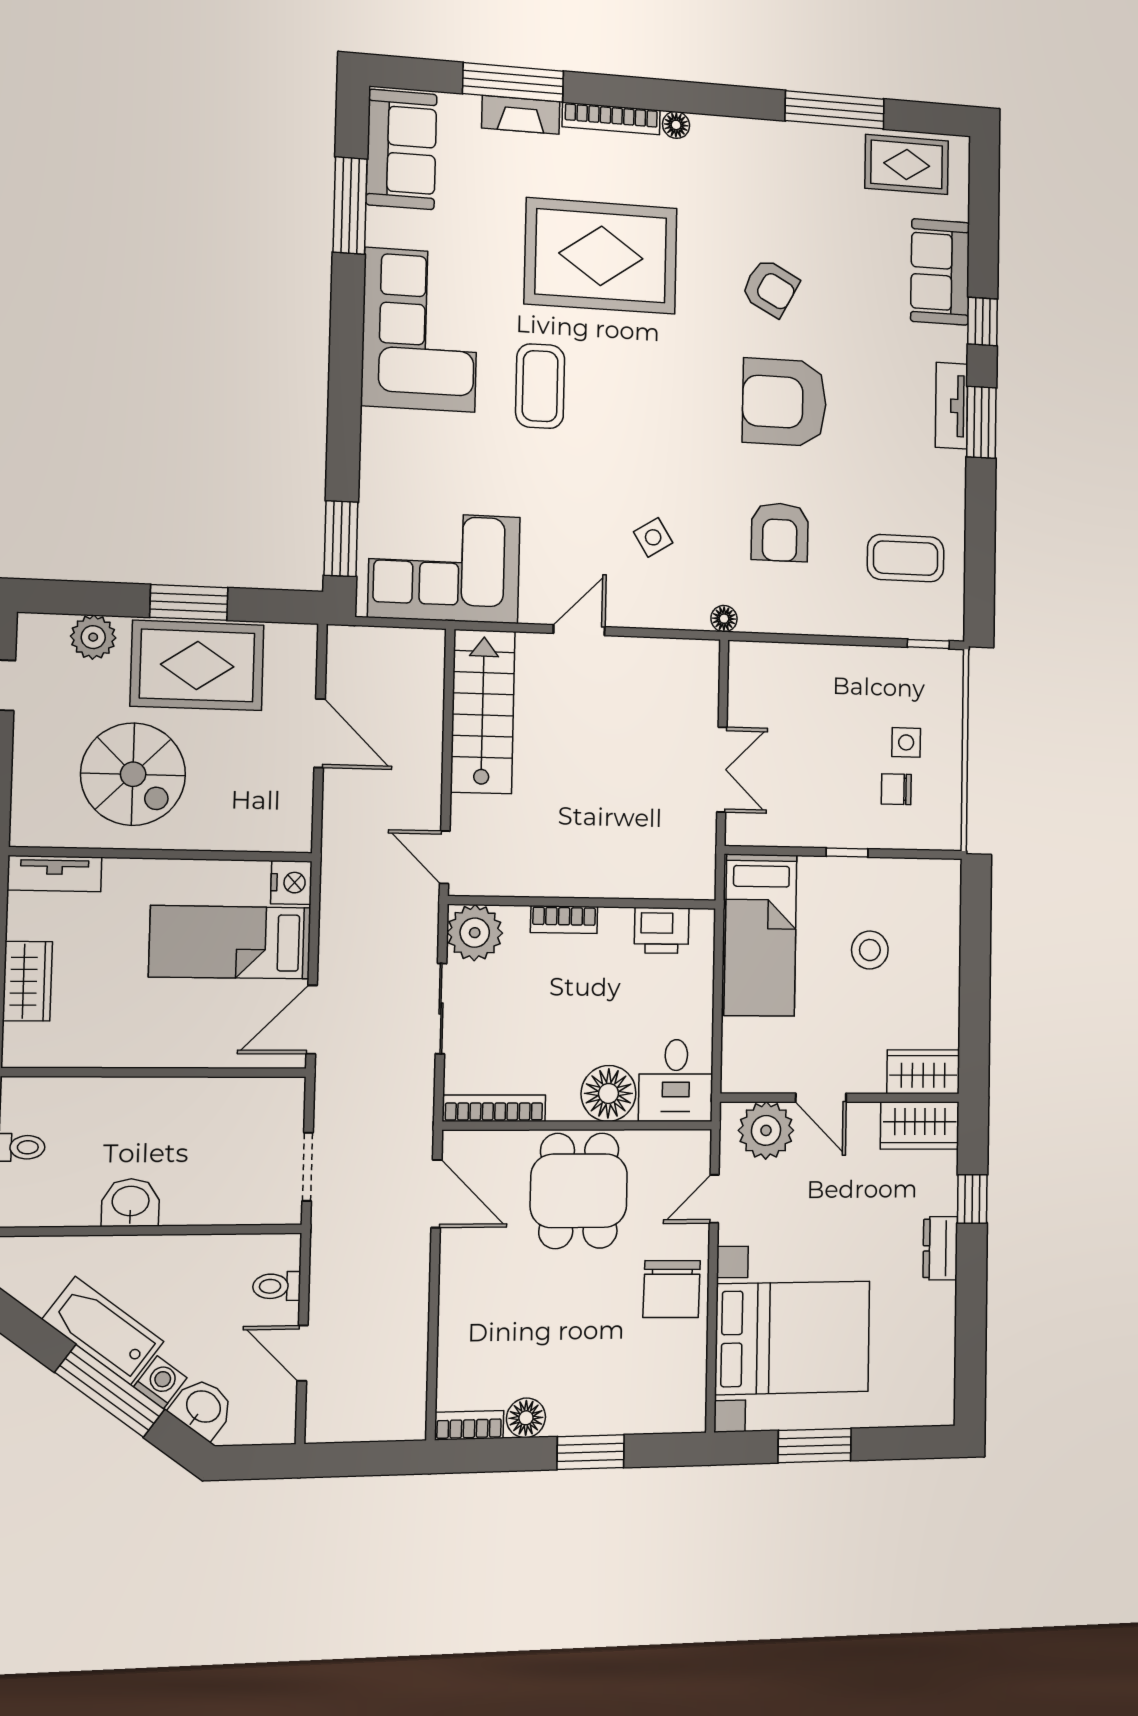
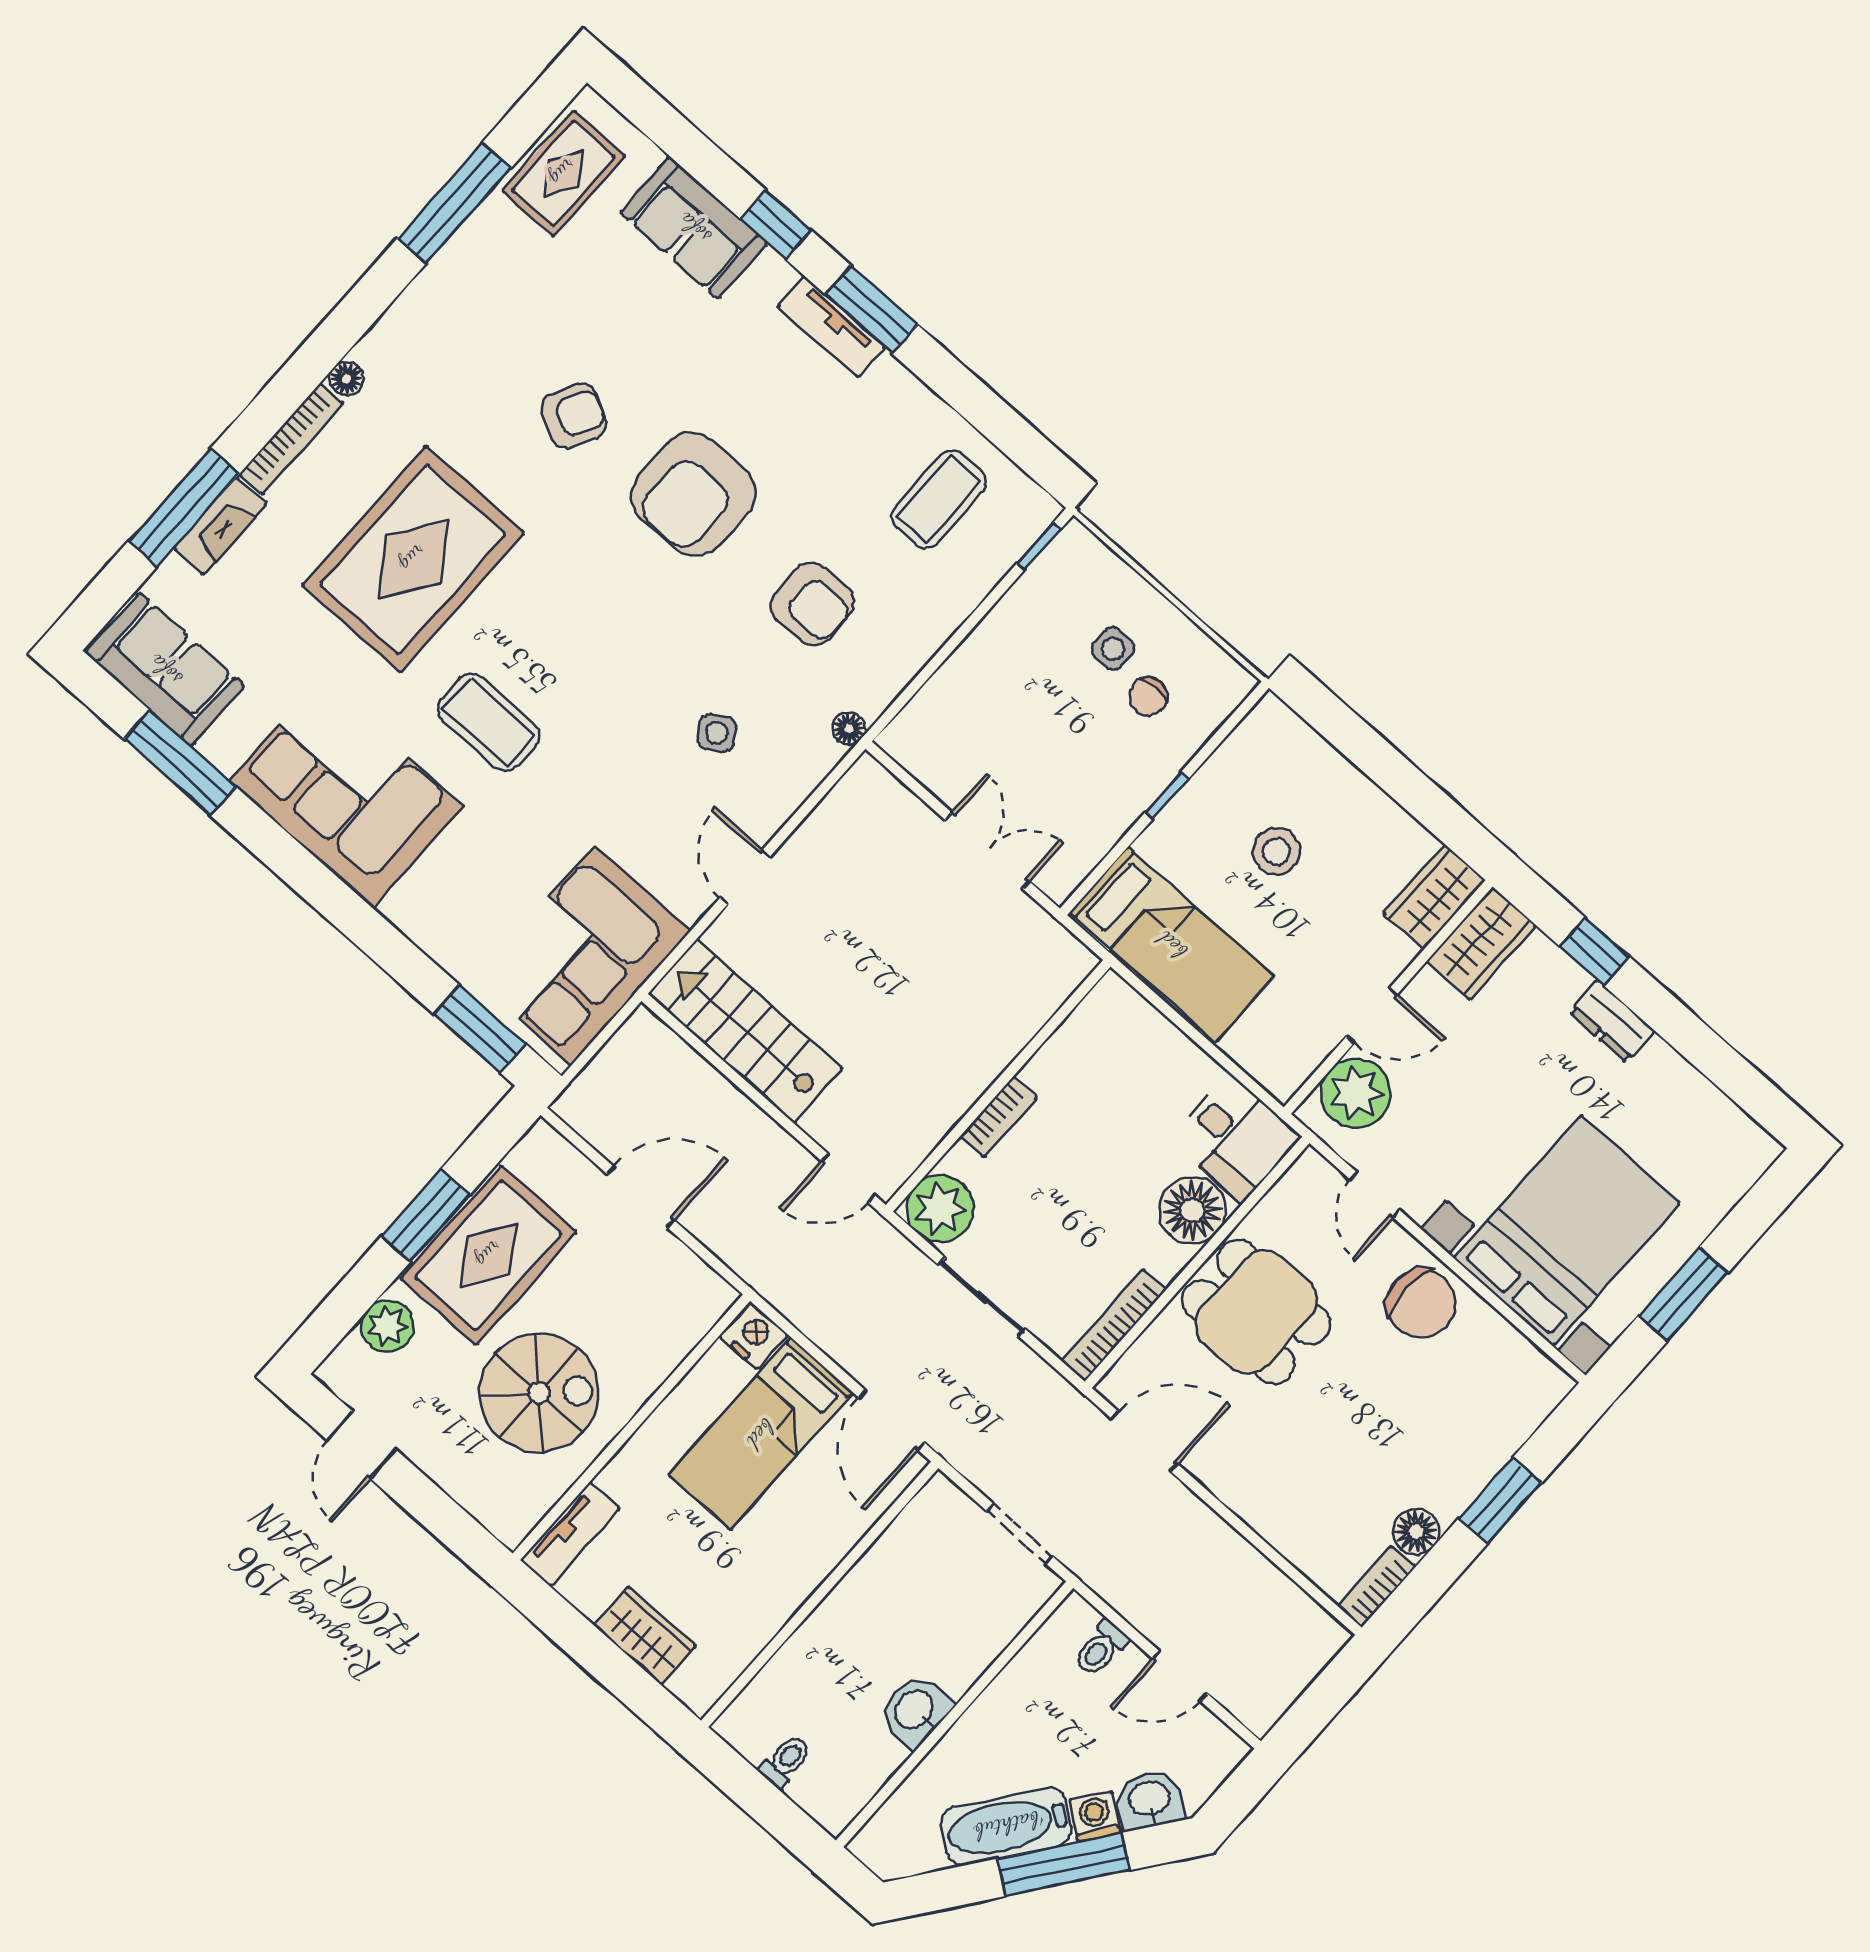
printer: (662, 930) -> (1087, 1034), removed

